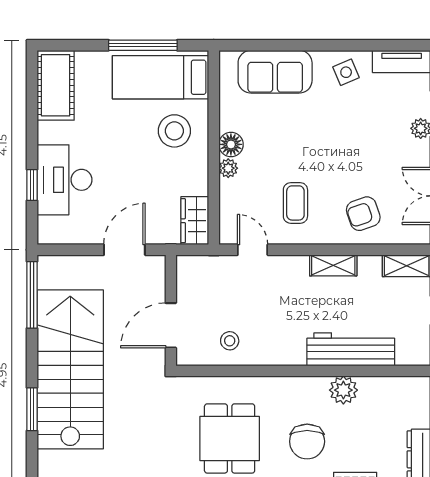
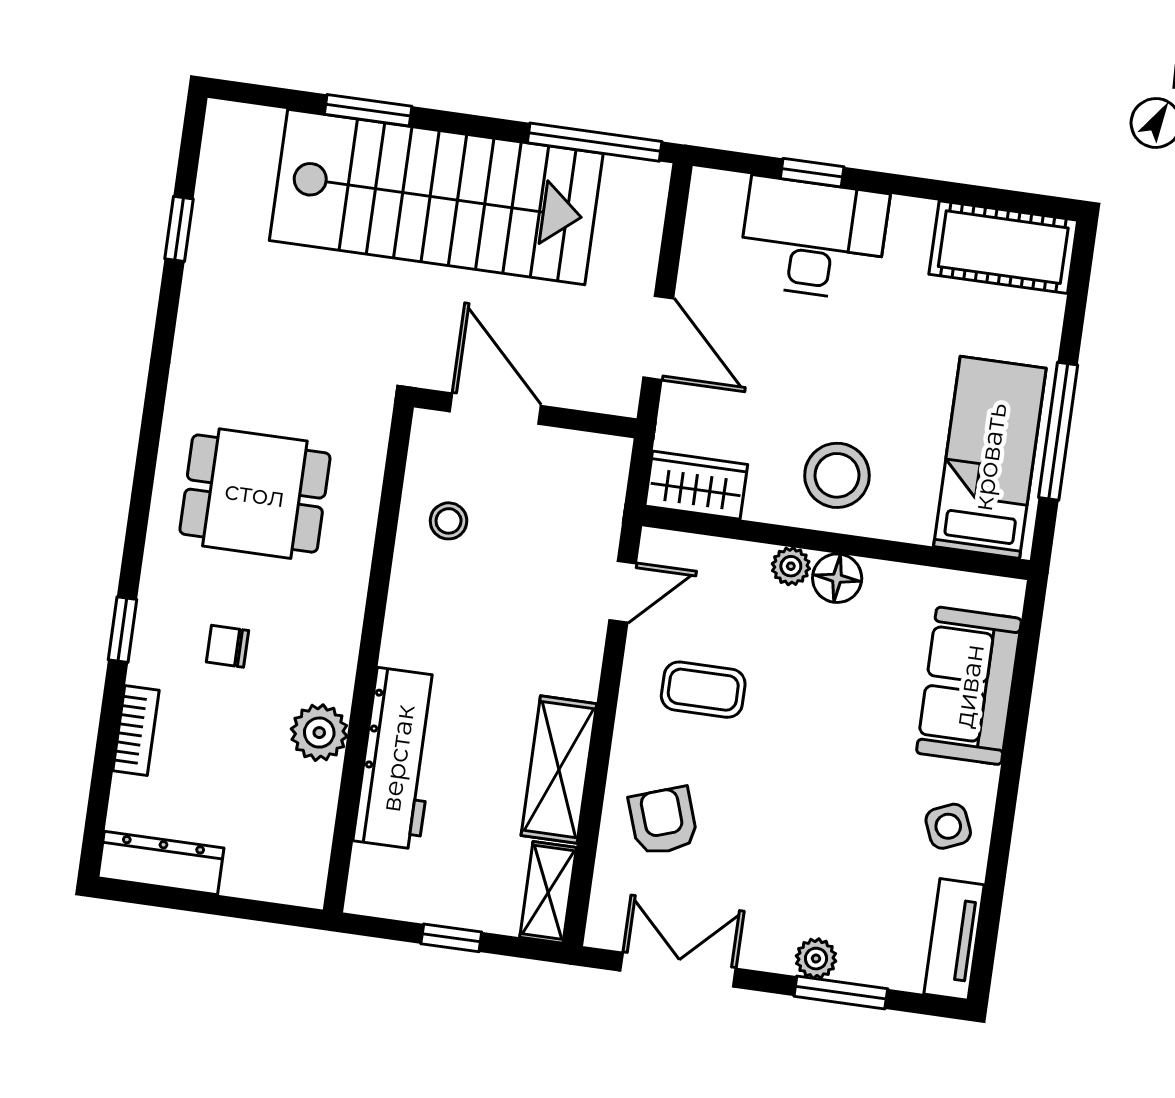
stool: (174, 131) -> (837, 475), moved
shelving: (333, 265) -> (559, 770), width x1.50, depth x1.33
chair: (307, 441) -> (227, 646), width x0.54, depth x0.54

